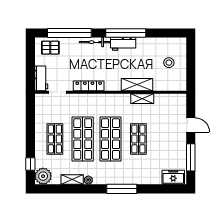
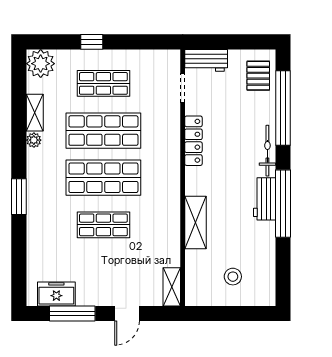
shelving: (142, 99) -> (172, 287), moved
window: (30, 164) -> (92, 42), moved
freezer: (173, 177) -> (56, 294), moved, turned -90
window: (122, 189) -> (19, 197), width x0.69

